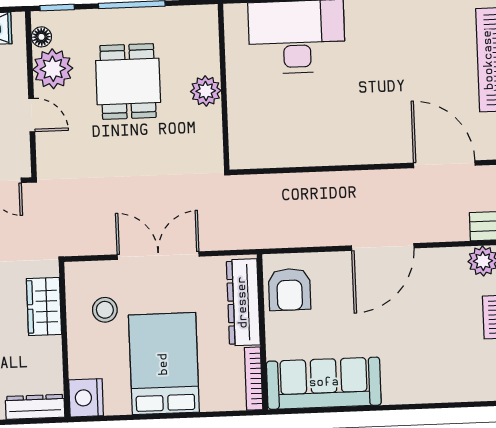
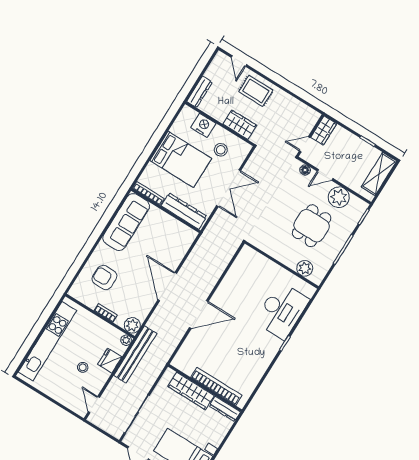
floor lamp: (41, 37) -> (305, 170), moved
dining table: (128, 81) -> (312, 226), turned 90
plant: (206, 91) -> (305, 268), moved
door: (444, 164) -> (199, 314), moved
armchair: (289, 289) -> (104, 277), moved
nightstand: (86, 398) -> (203, 125), moved

